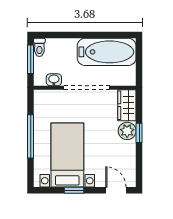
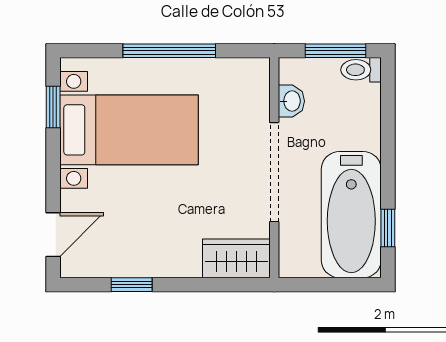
window: (113, 35) -> (388, 228), added
plant: (127, 131) -> (181, 259), removed
window: (139, 133) -> (132, 285), moved
window: (74, 190) -> (53, 107), moved

